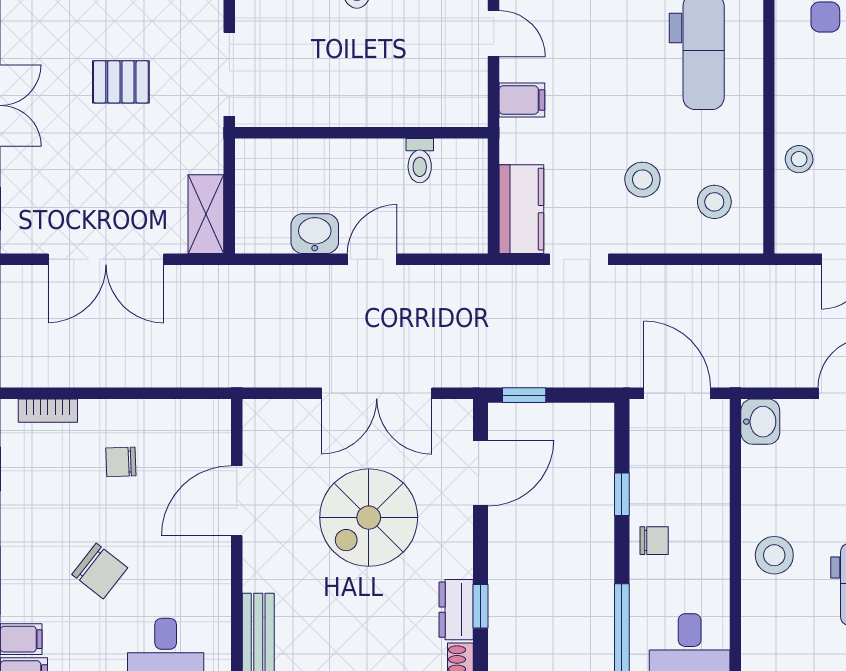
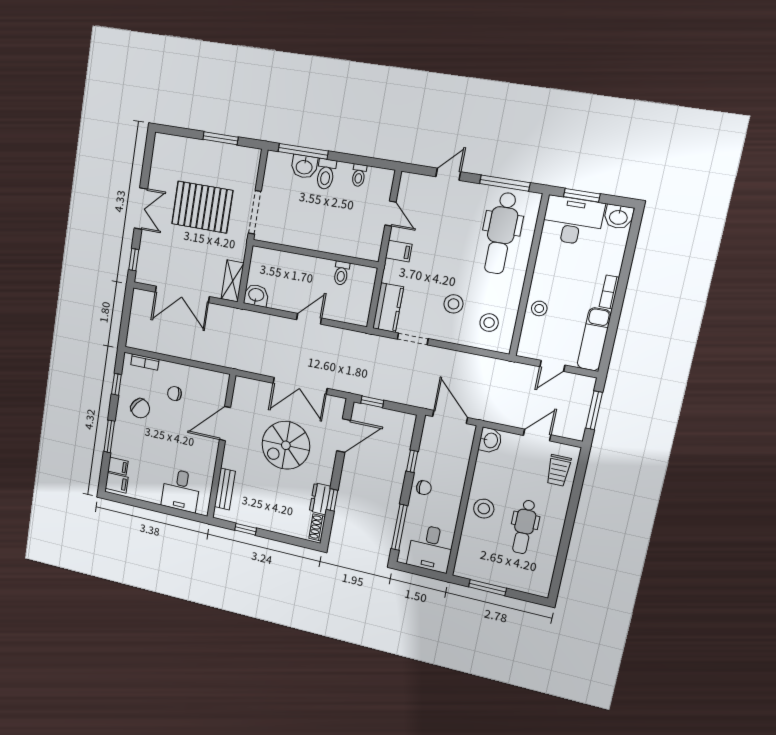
pallet: (121, 82) -> (202, 207), width x2.05, depth x2.00
washbasin: (315, 234) -> (256, 295), moved
chair: (100, 571) -> (140, 408), moved

